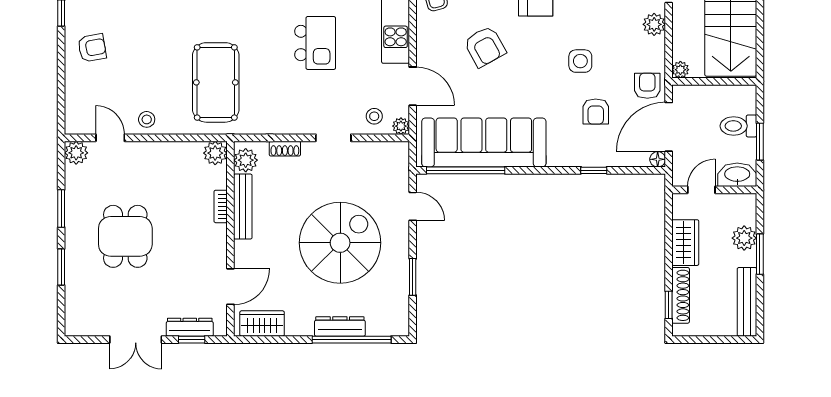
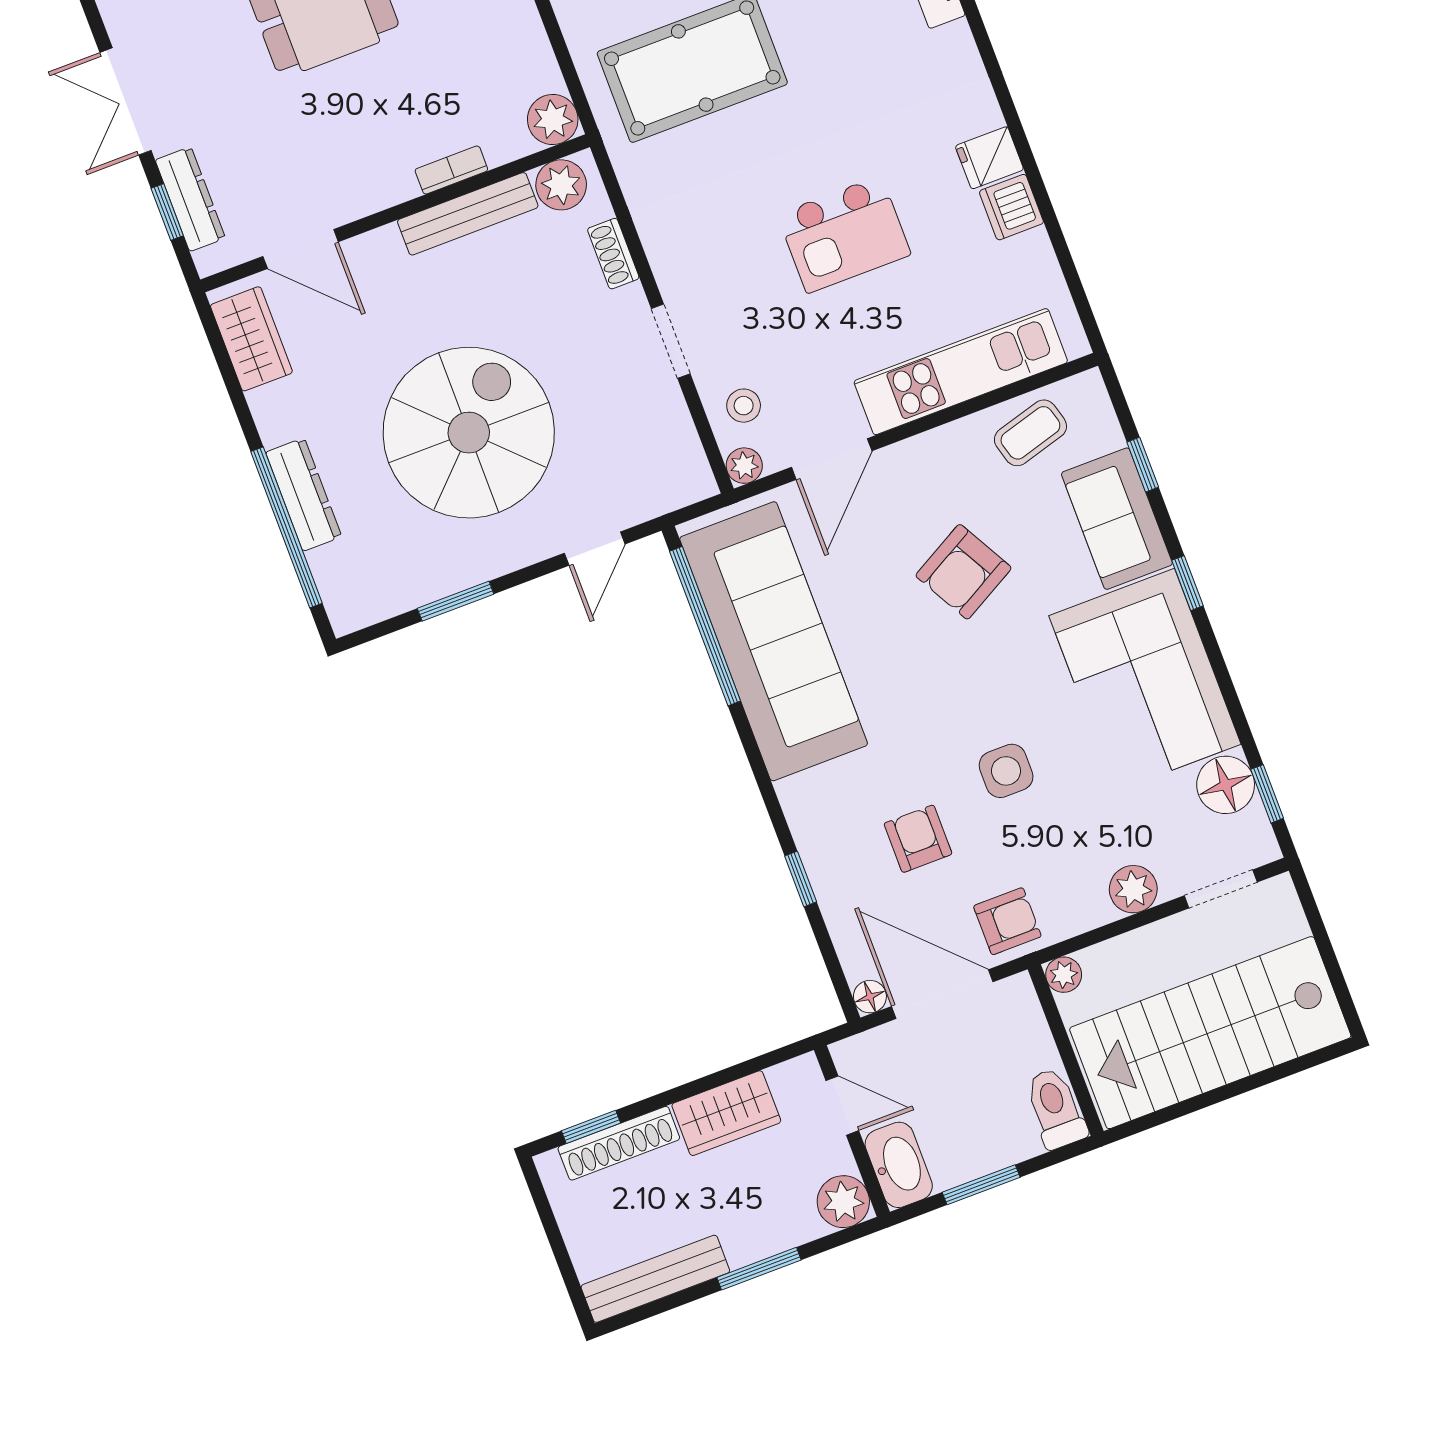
armchair: (596, 111) -> (918, 839), turned 90
toilet: (738, 126) -> (1055, 1108), moved
plant: (744, 238) -> (843, 1202), moved
spiral stairs: (340, 243) -> (469, 433), turned -90

